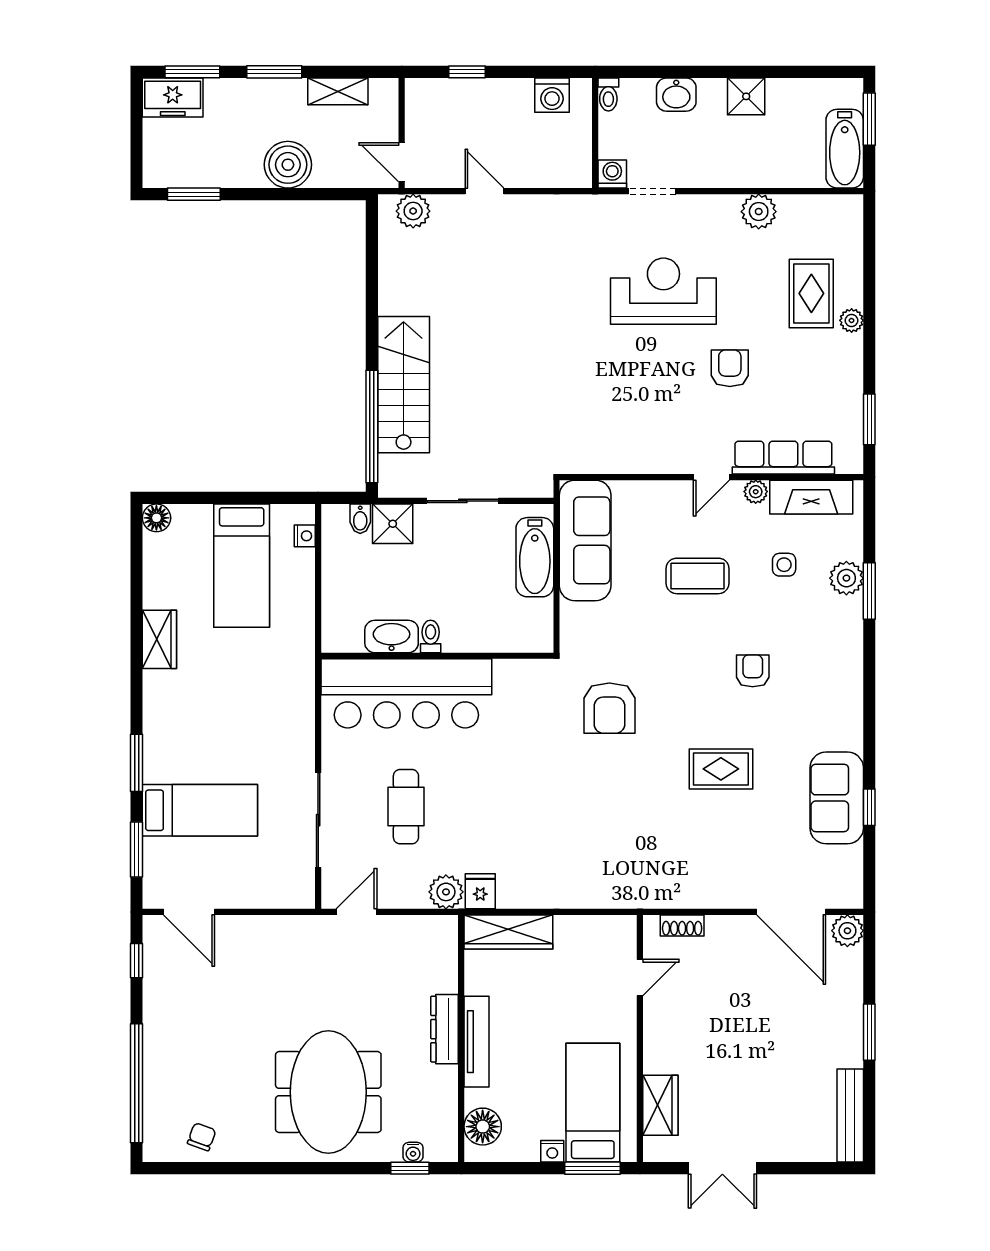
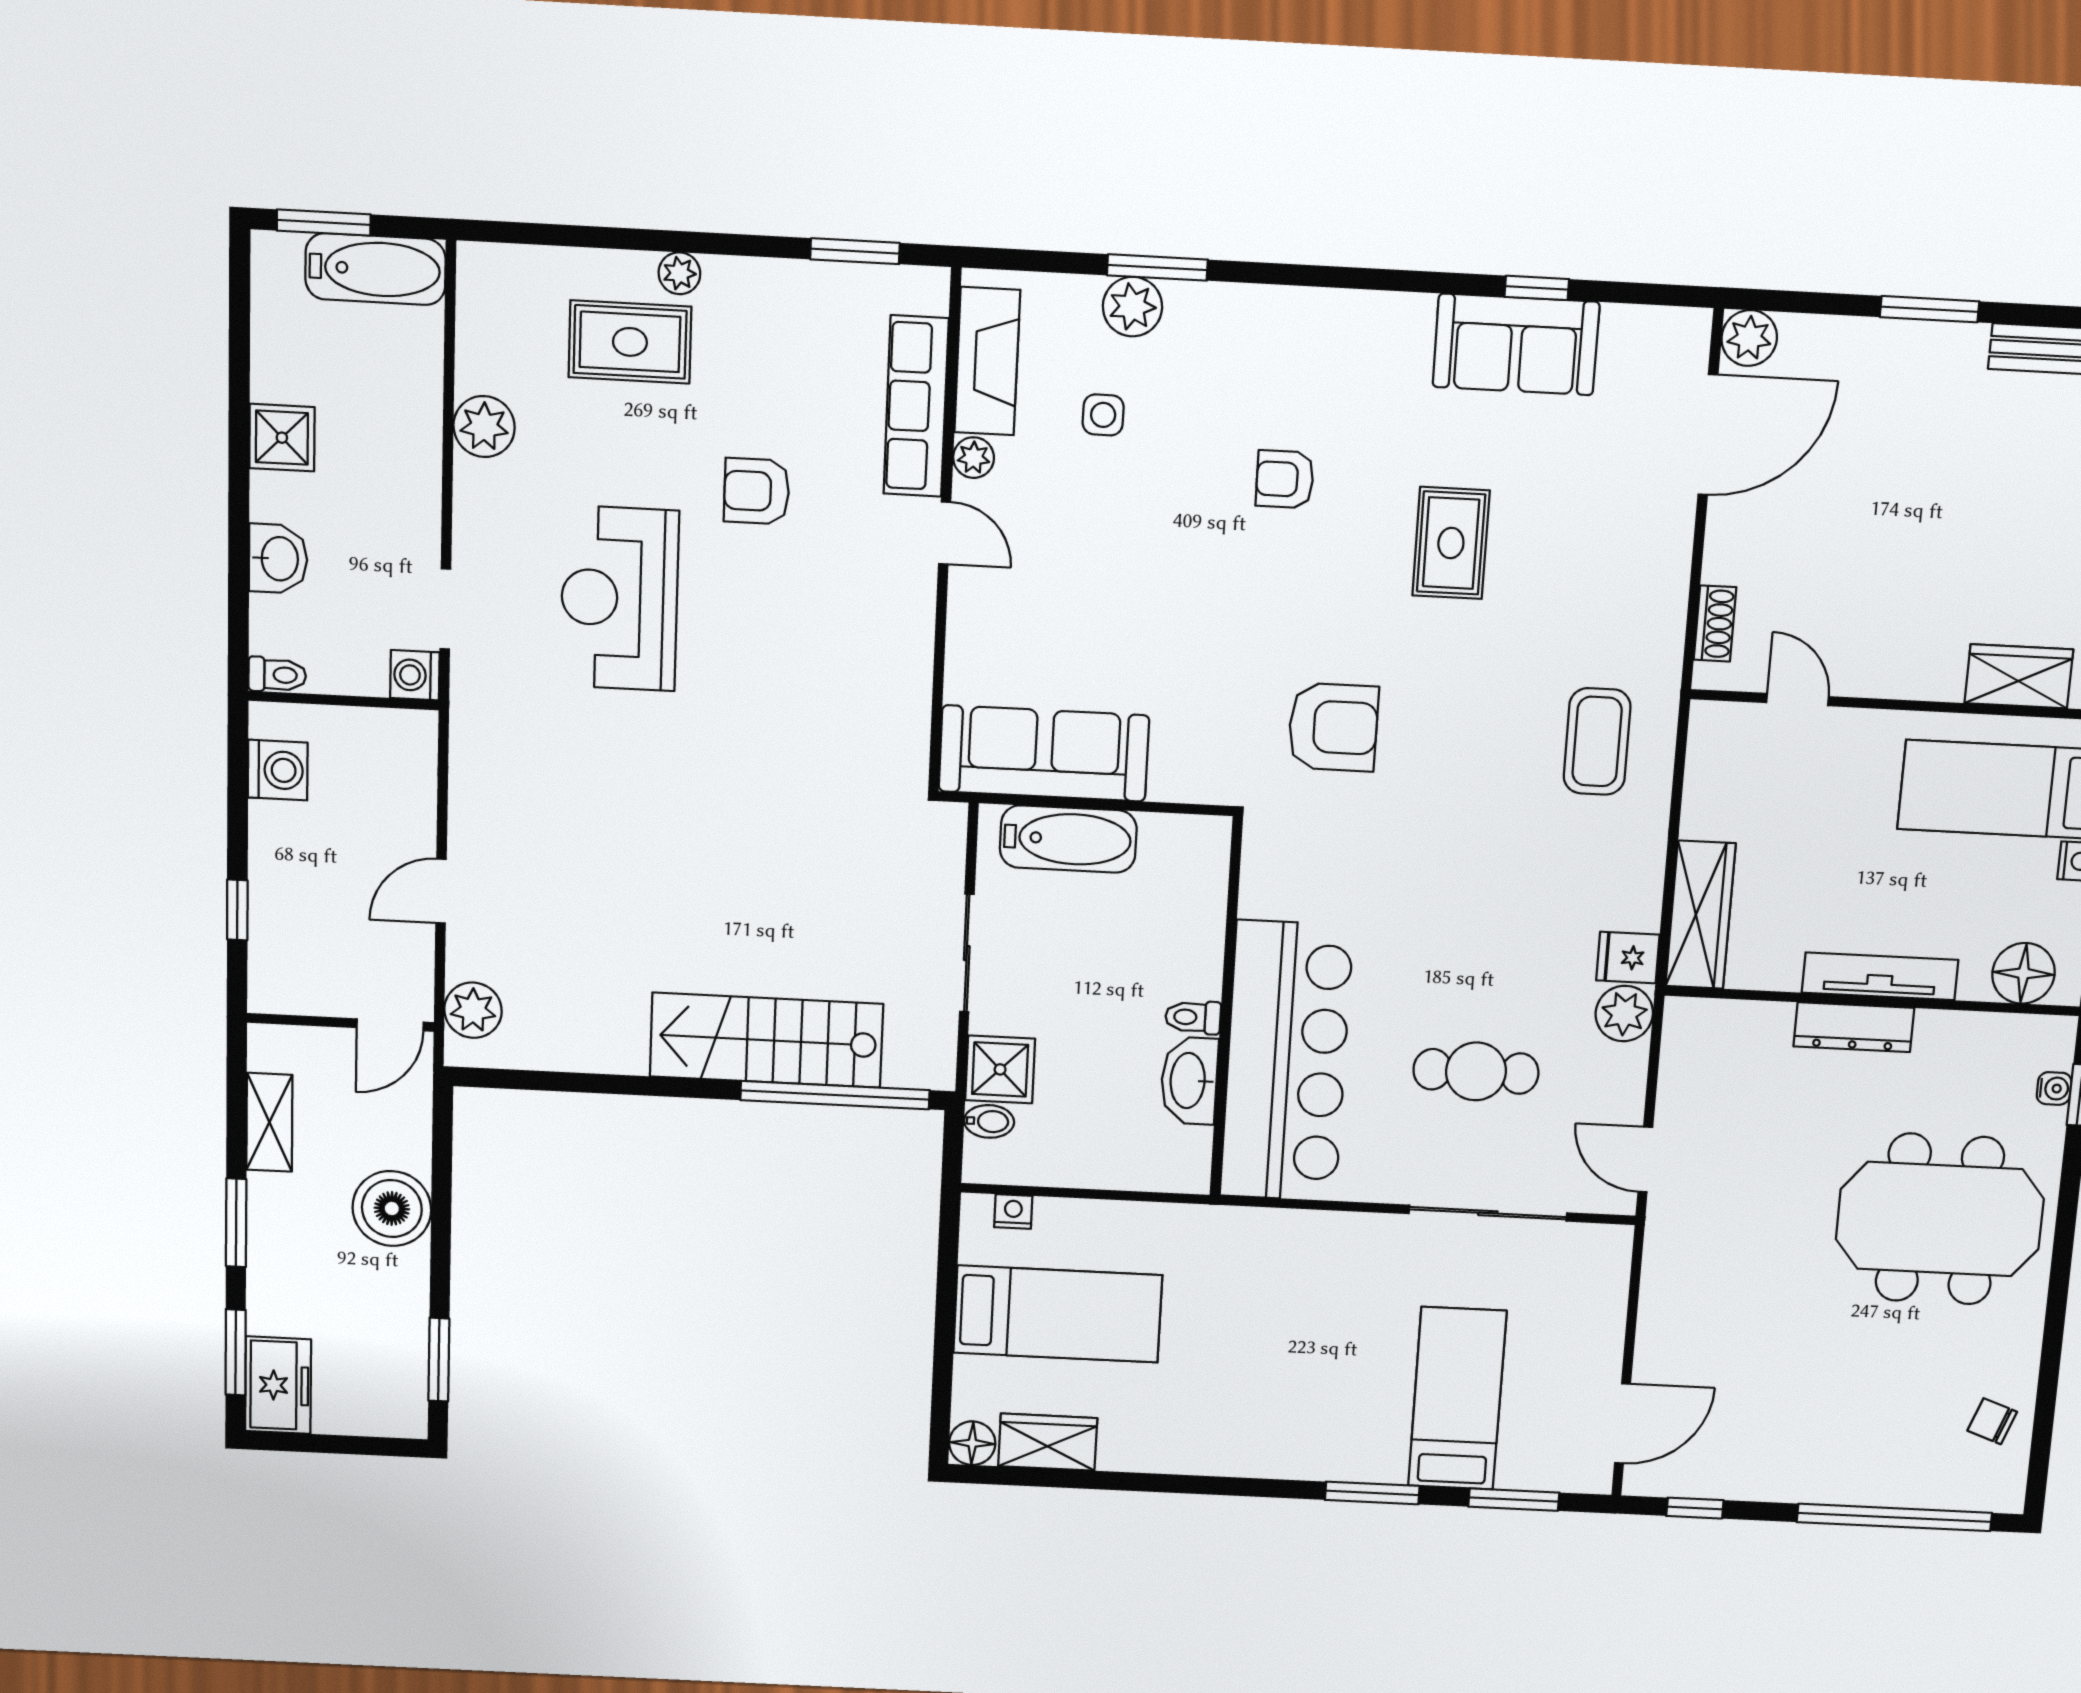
coffee table: (698, 576) -> (1597, 741), moved
wardrobe: (159, 639) -> (1048, 1442), moved

